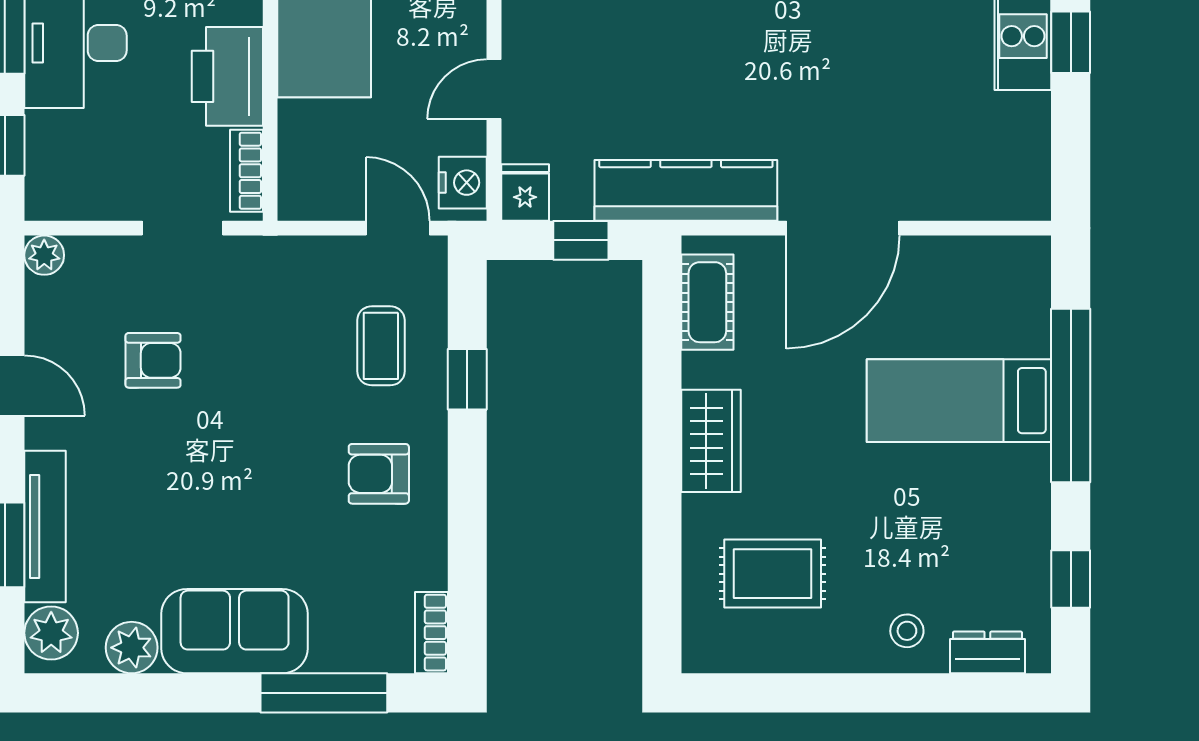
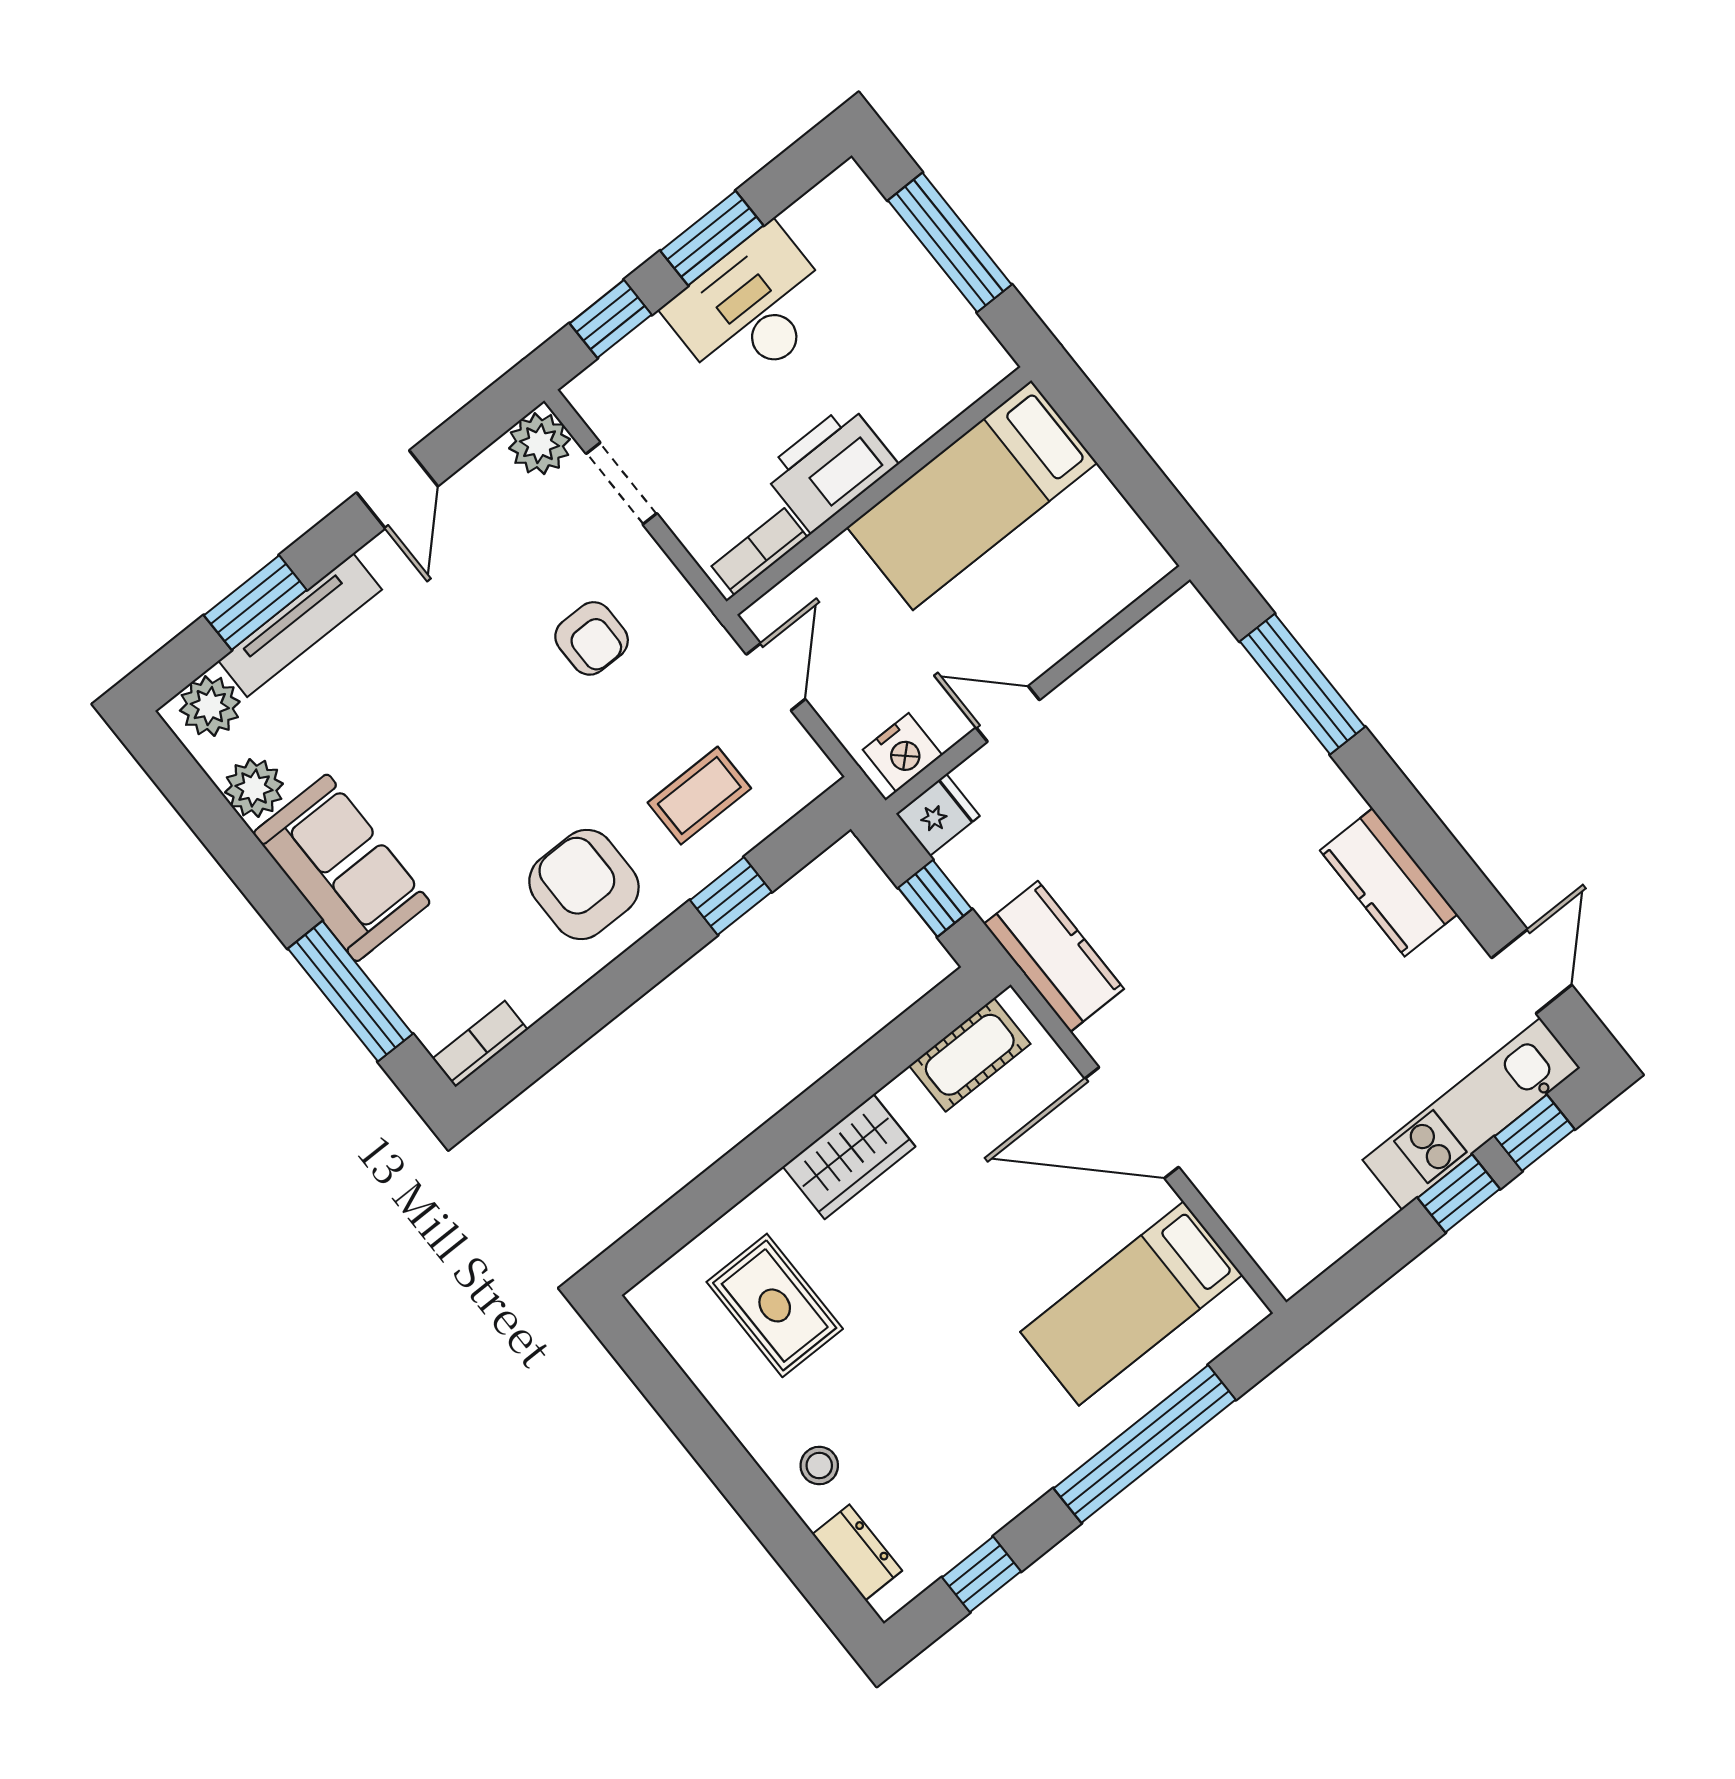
kitchen counter: (686, 190) -> (1054, 956), width x0.67
doorway: (182, 228) -> (621, 483), moved
door: (398, 228) -> (776, 677), moved
plant: (44, 255) -> (539, 444), width x1.38, depth x1.38
armchair: (153, 360) -> (592, 638), moved
bed: (959, 401) -> (1131, 1303), moved, turned -90
armchair: (379, 474) -> (584, 884), width x1.38, depth x1.38

